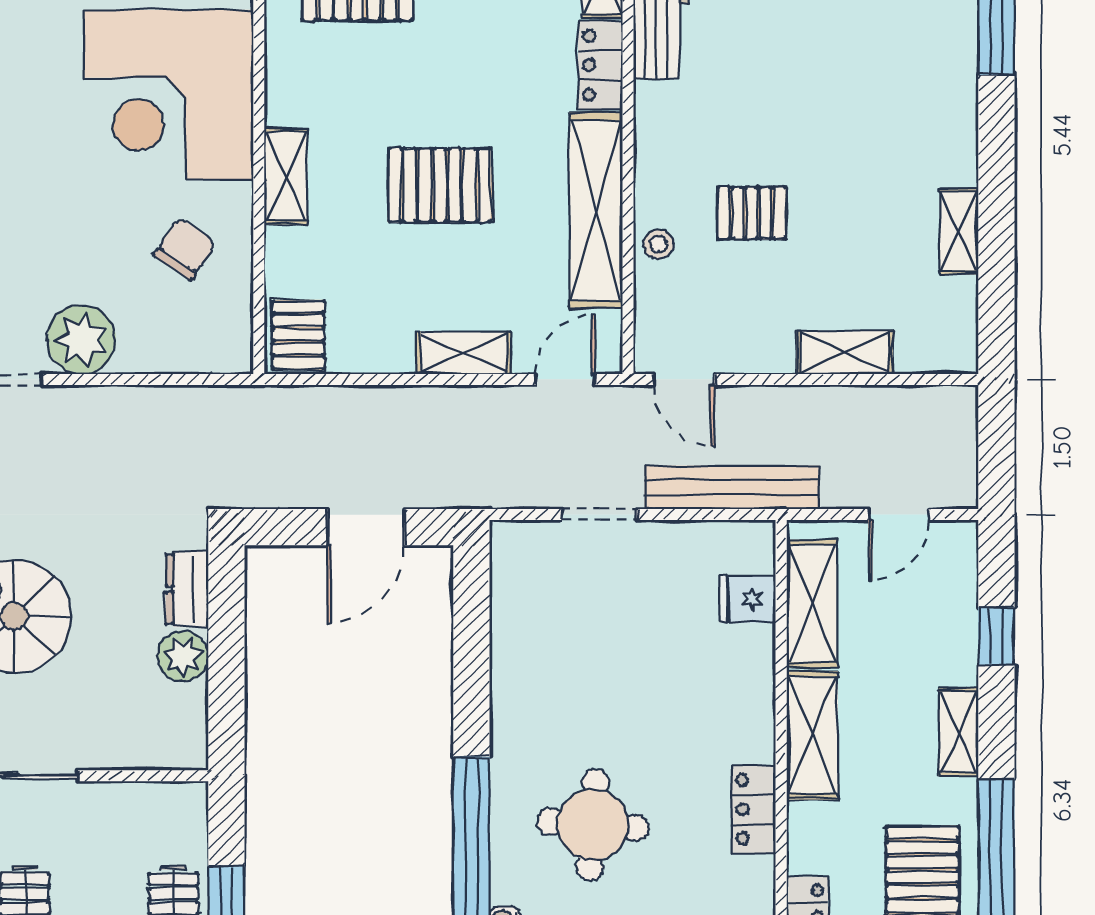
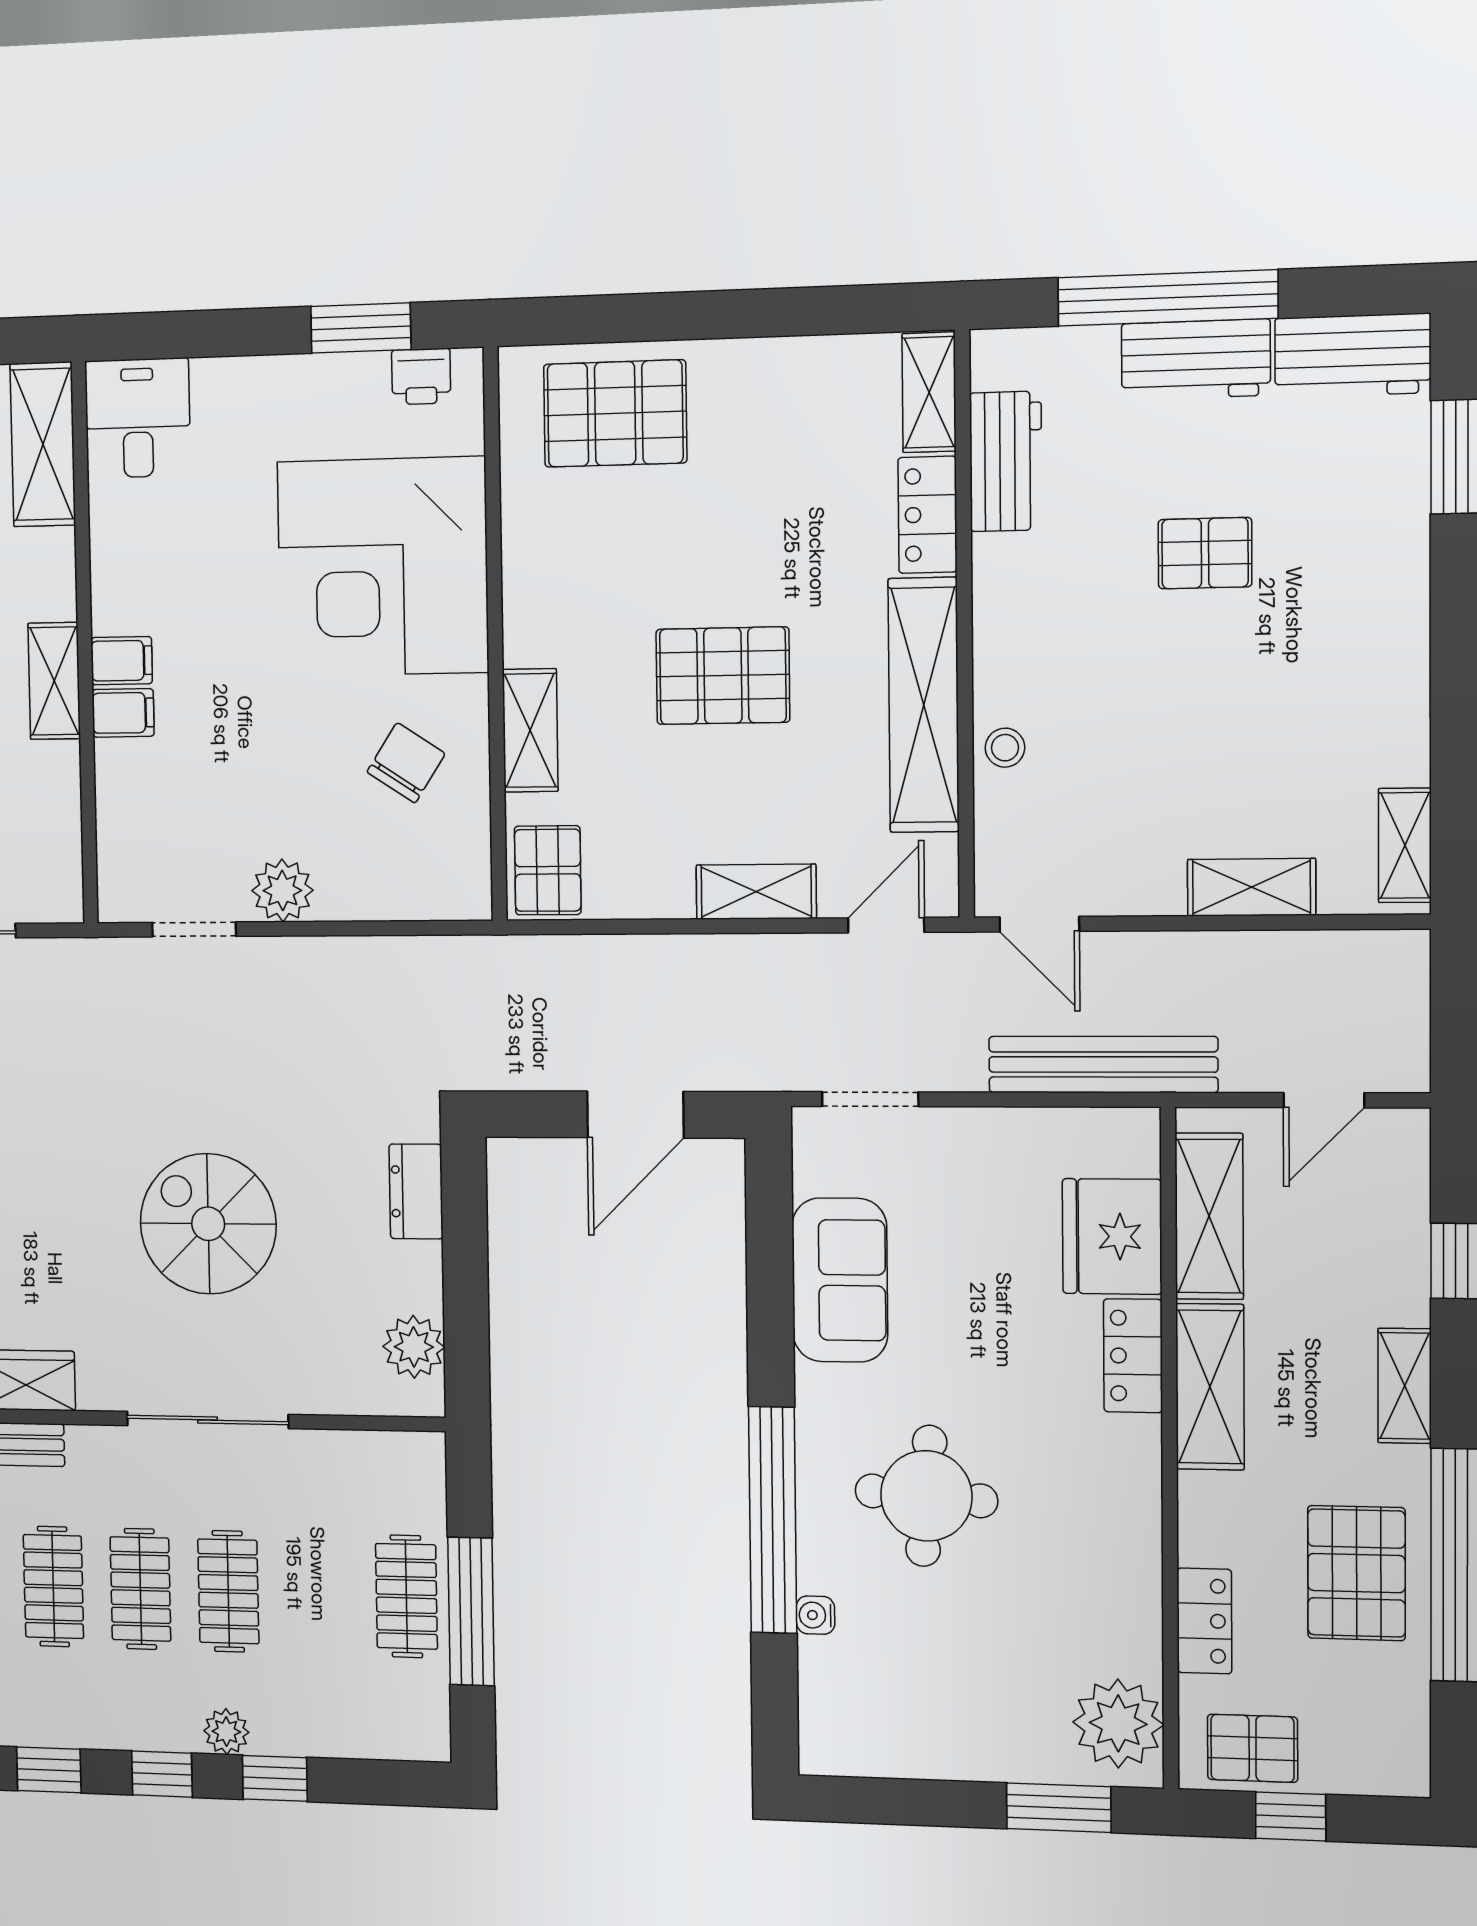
shelving: (286, 176) -> (530, 730), moved
pallet: (752, 213) -> (1205, 553), moved
shelving: (959, 231) -> (1405, 845), moved
plant: (82, 340) -> (282, 890), width x0.73, depth x0.73
doorway: (599, 515) -> (870, 1099), moved
fridge: (748, 599) -> (1112, 1236), width x1.88, depth x1.34
plant: (183, 656) -> (414, 1347), moved
sofa: (527, 656) -> (840, 1280), added
locker: (754, 809) -> (1133, 1356), moved

